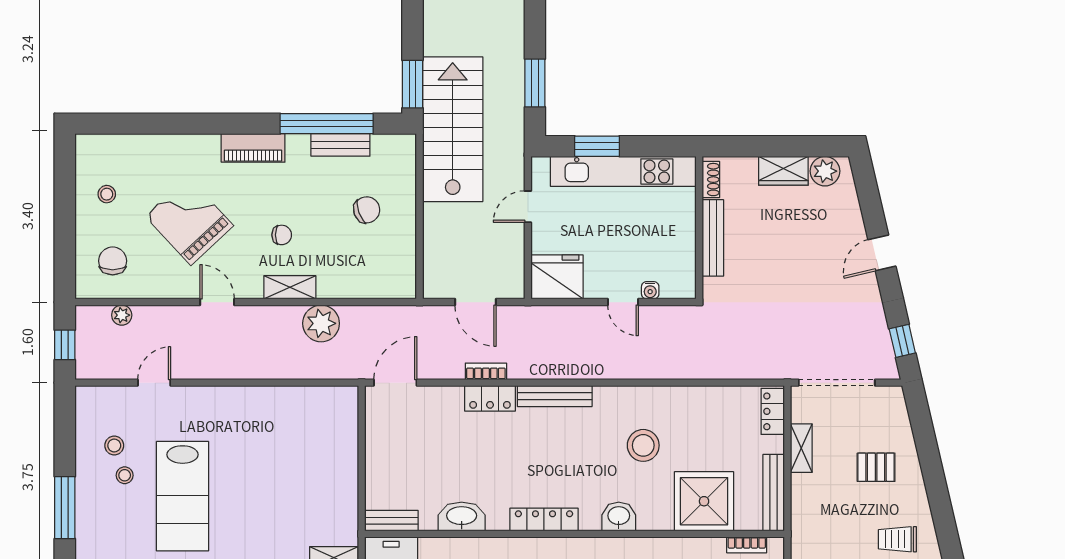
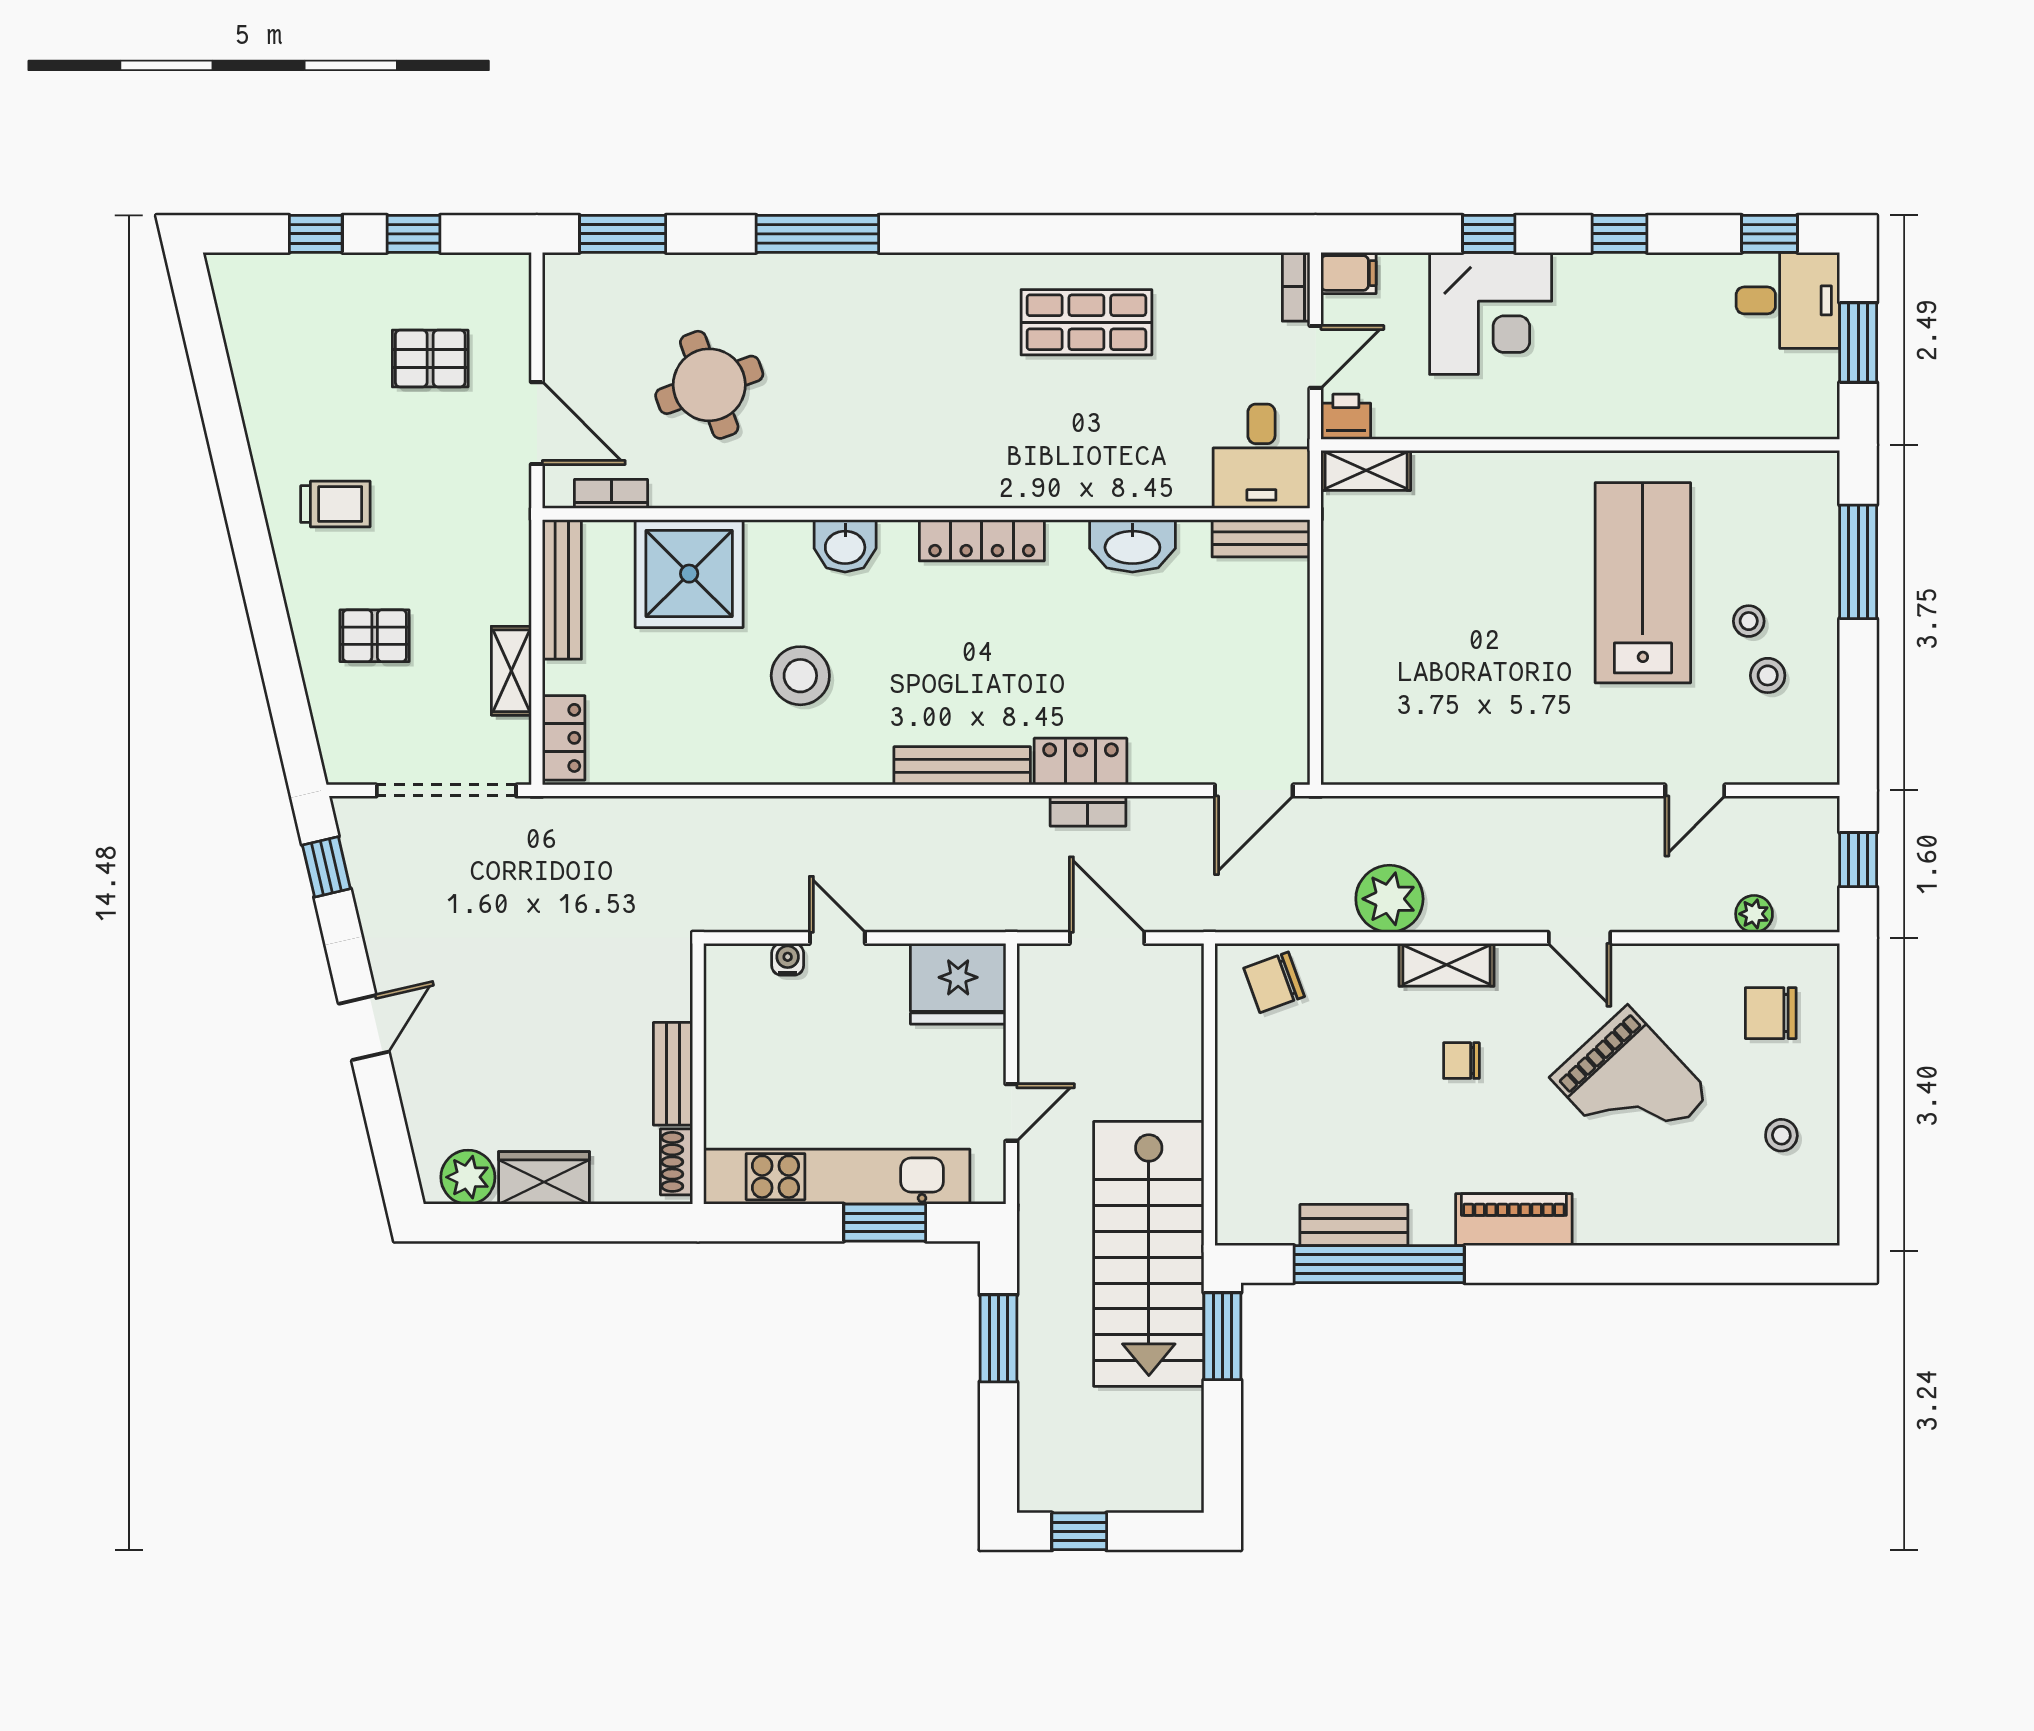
chair: (367, 210) -> (1274, 982), moved
bench: (713, 238) -> (673, 1074), width x0.73
chair: (113, 261) -> (1771, 1013), turned 90

